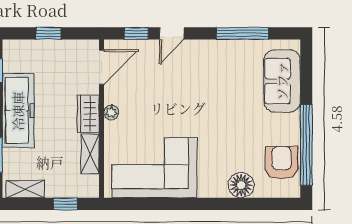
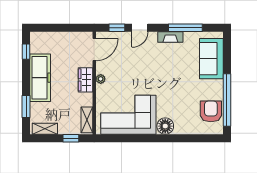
window: (48, 33) -> (60, 28), removed
fireplace: (219, 48) -> (170, 37), added
shelving: (90, 154) -> (87, 120), moved
floor lamp: (241, 185) -> (165, 126), moved

